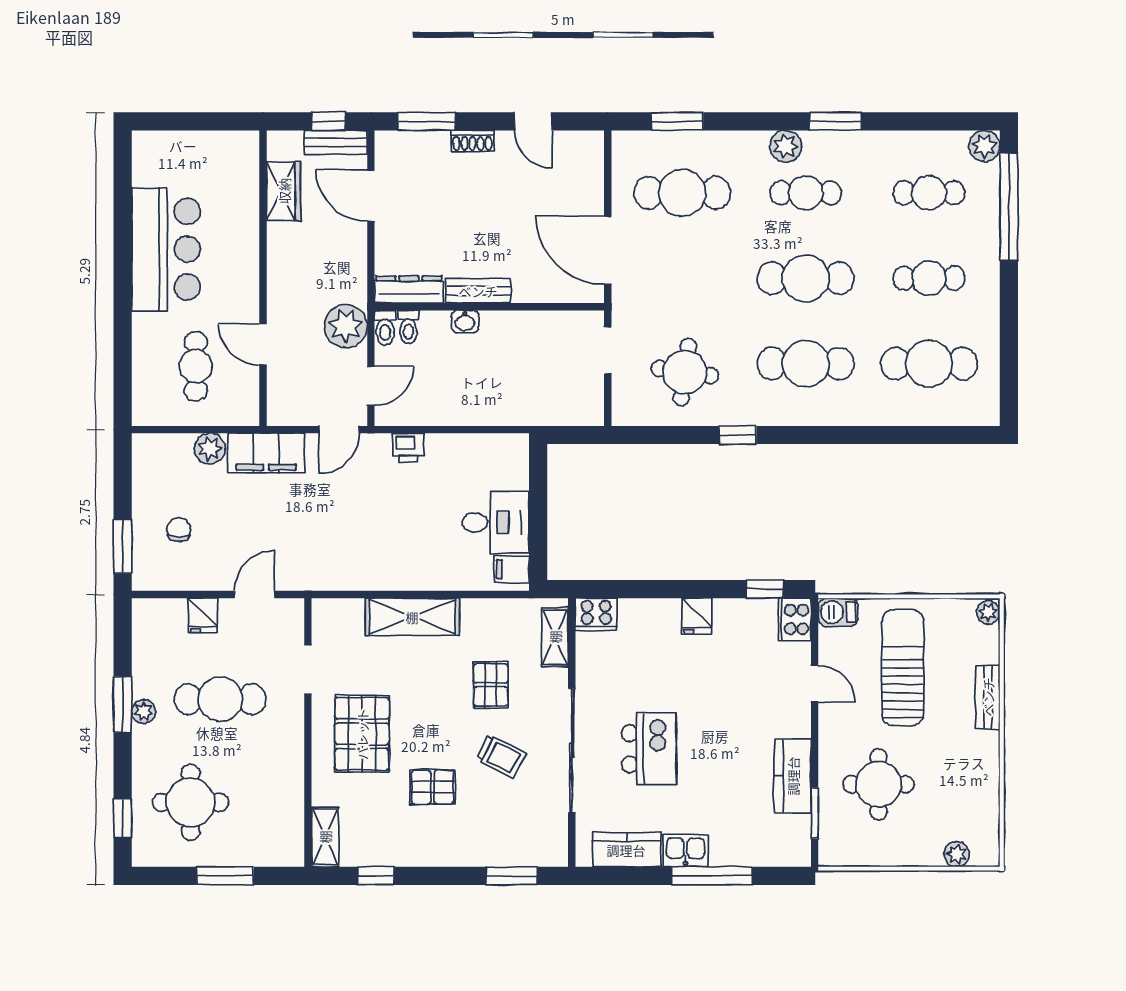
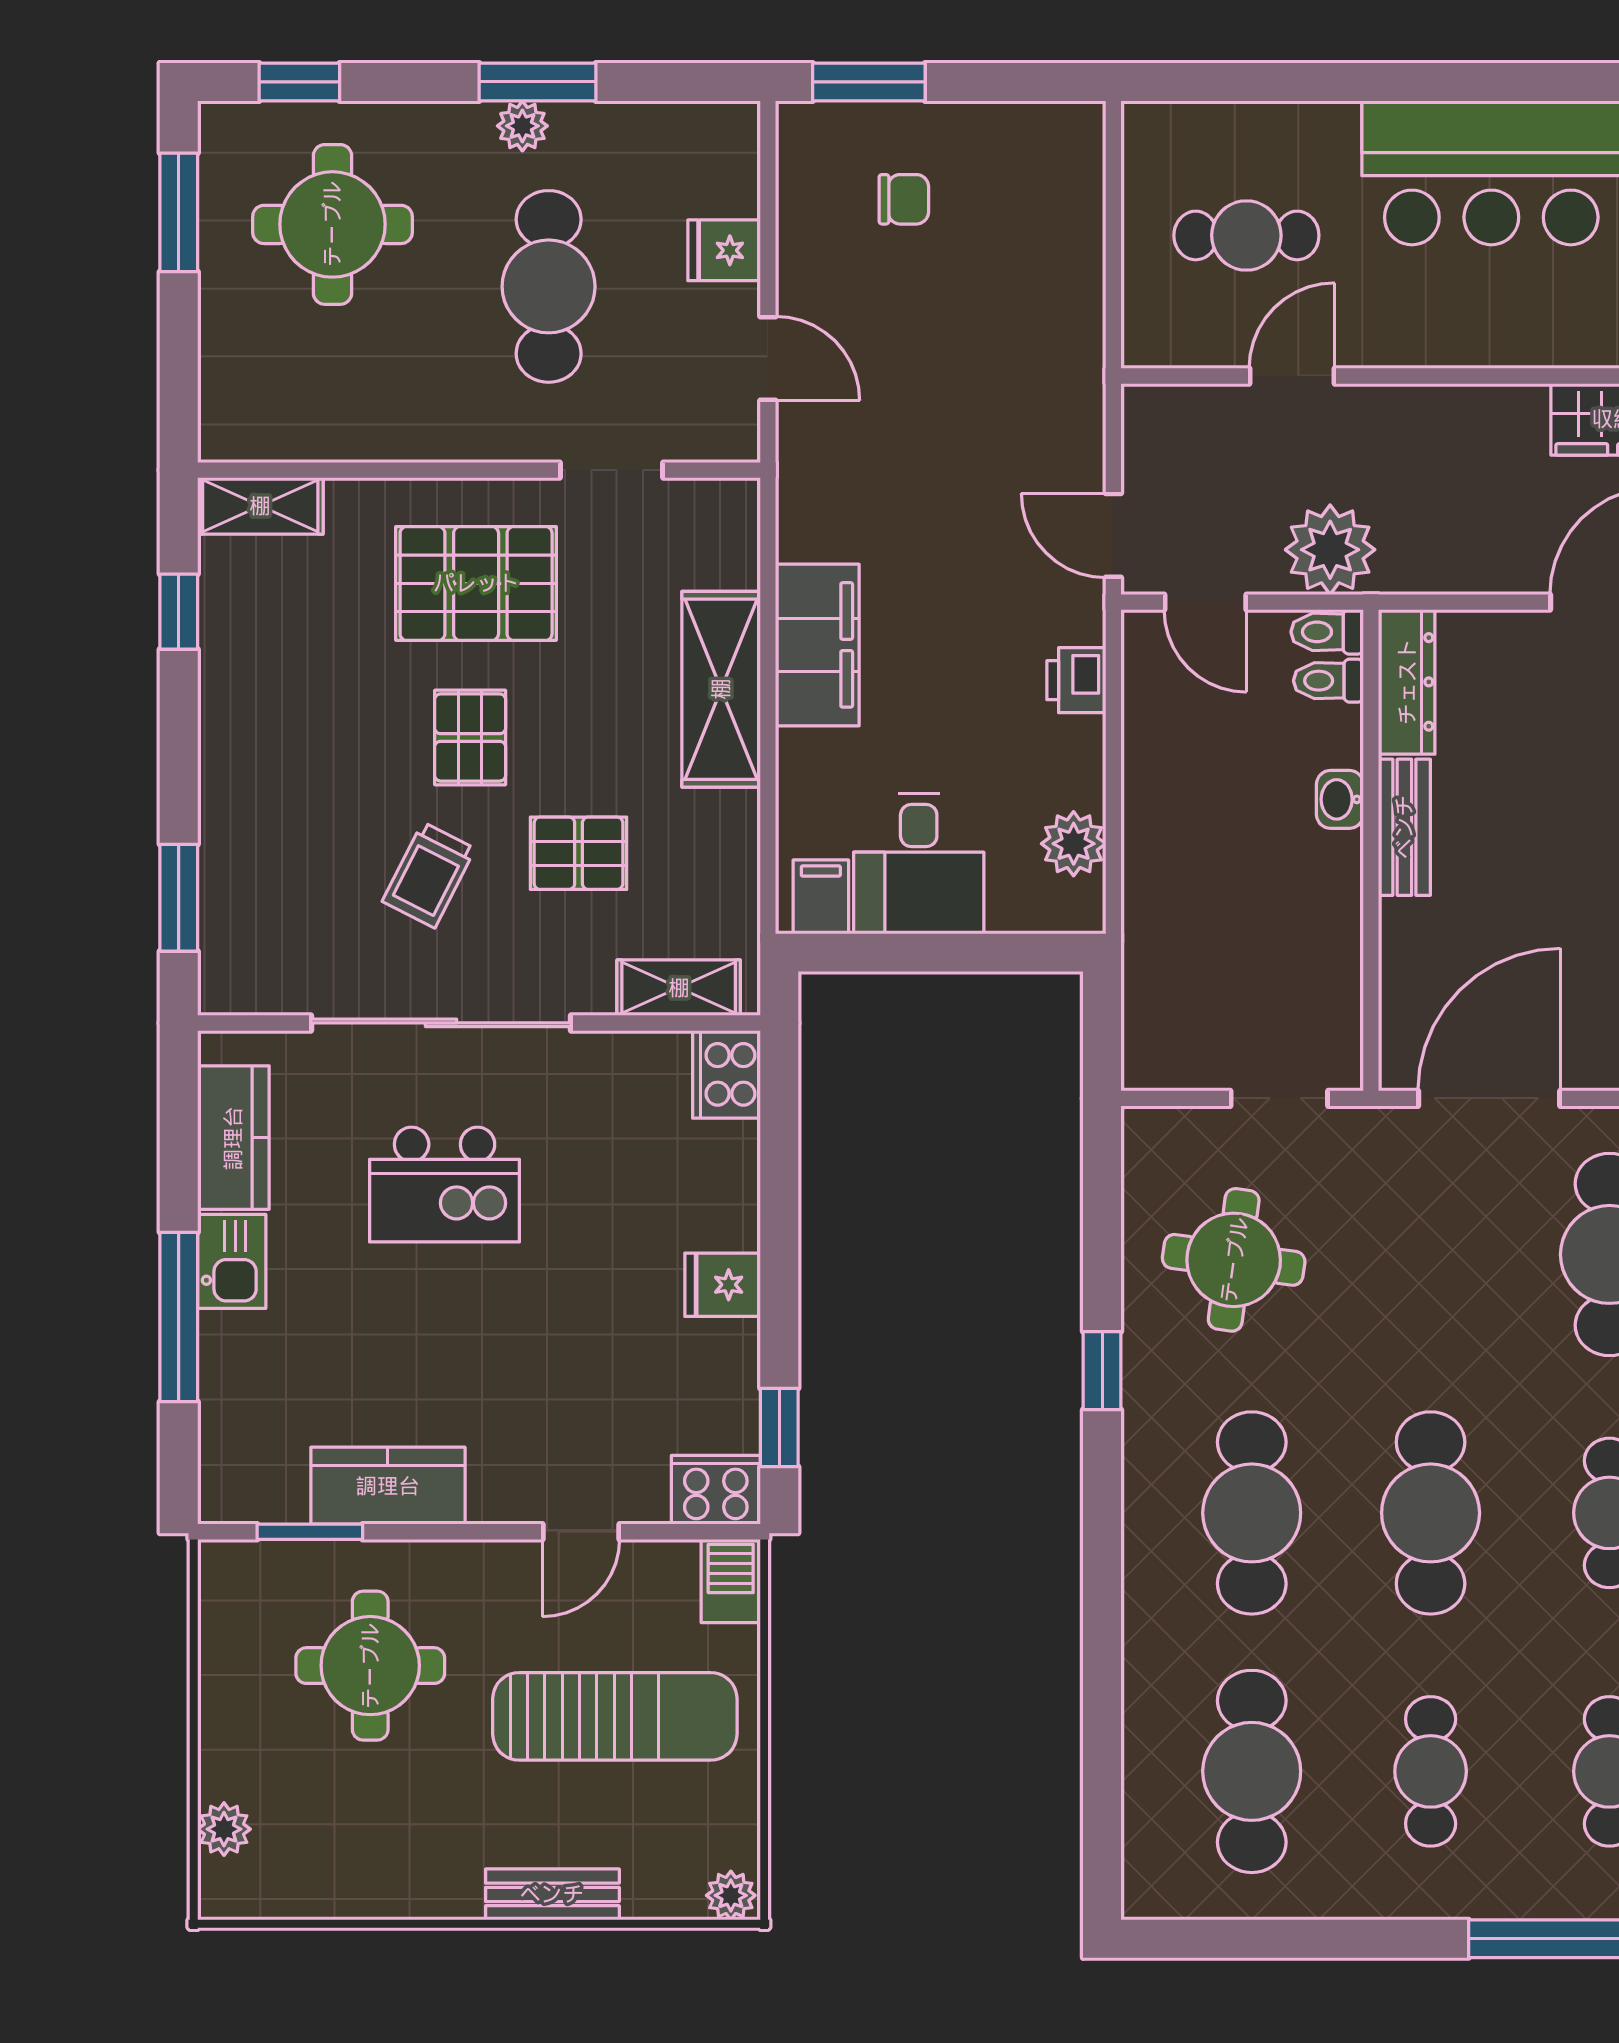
plant: (210, 449) -> (1074, 844), moved
filing cabinet: (266, 453) -> (817, 645), moved, turned 180
pallet: (433, 787) -> (470, 737), moved
window: (225, 876) -> (179, 212), moved

